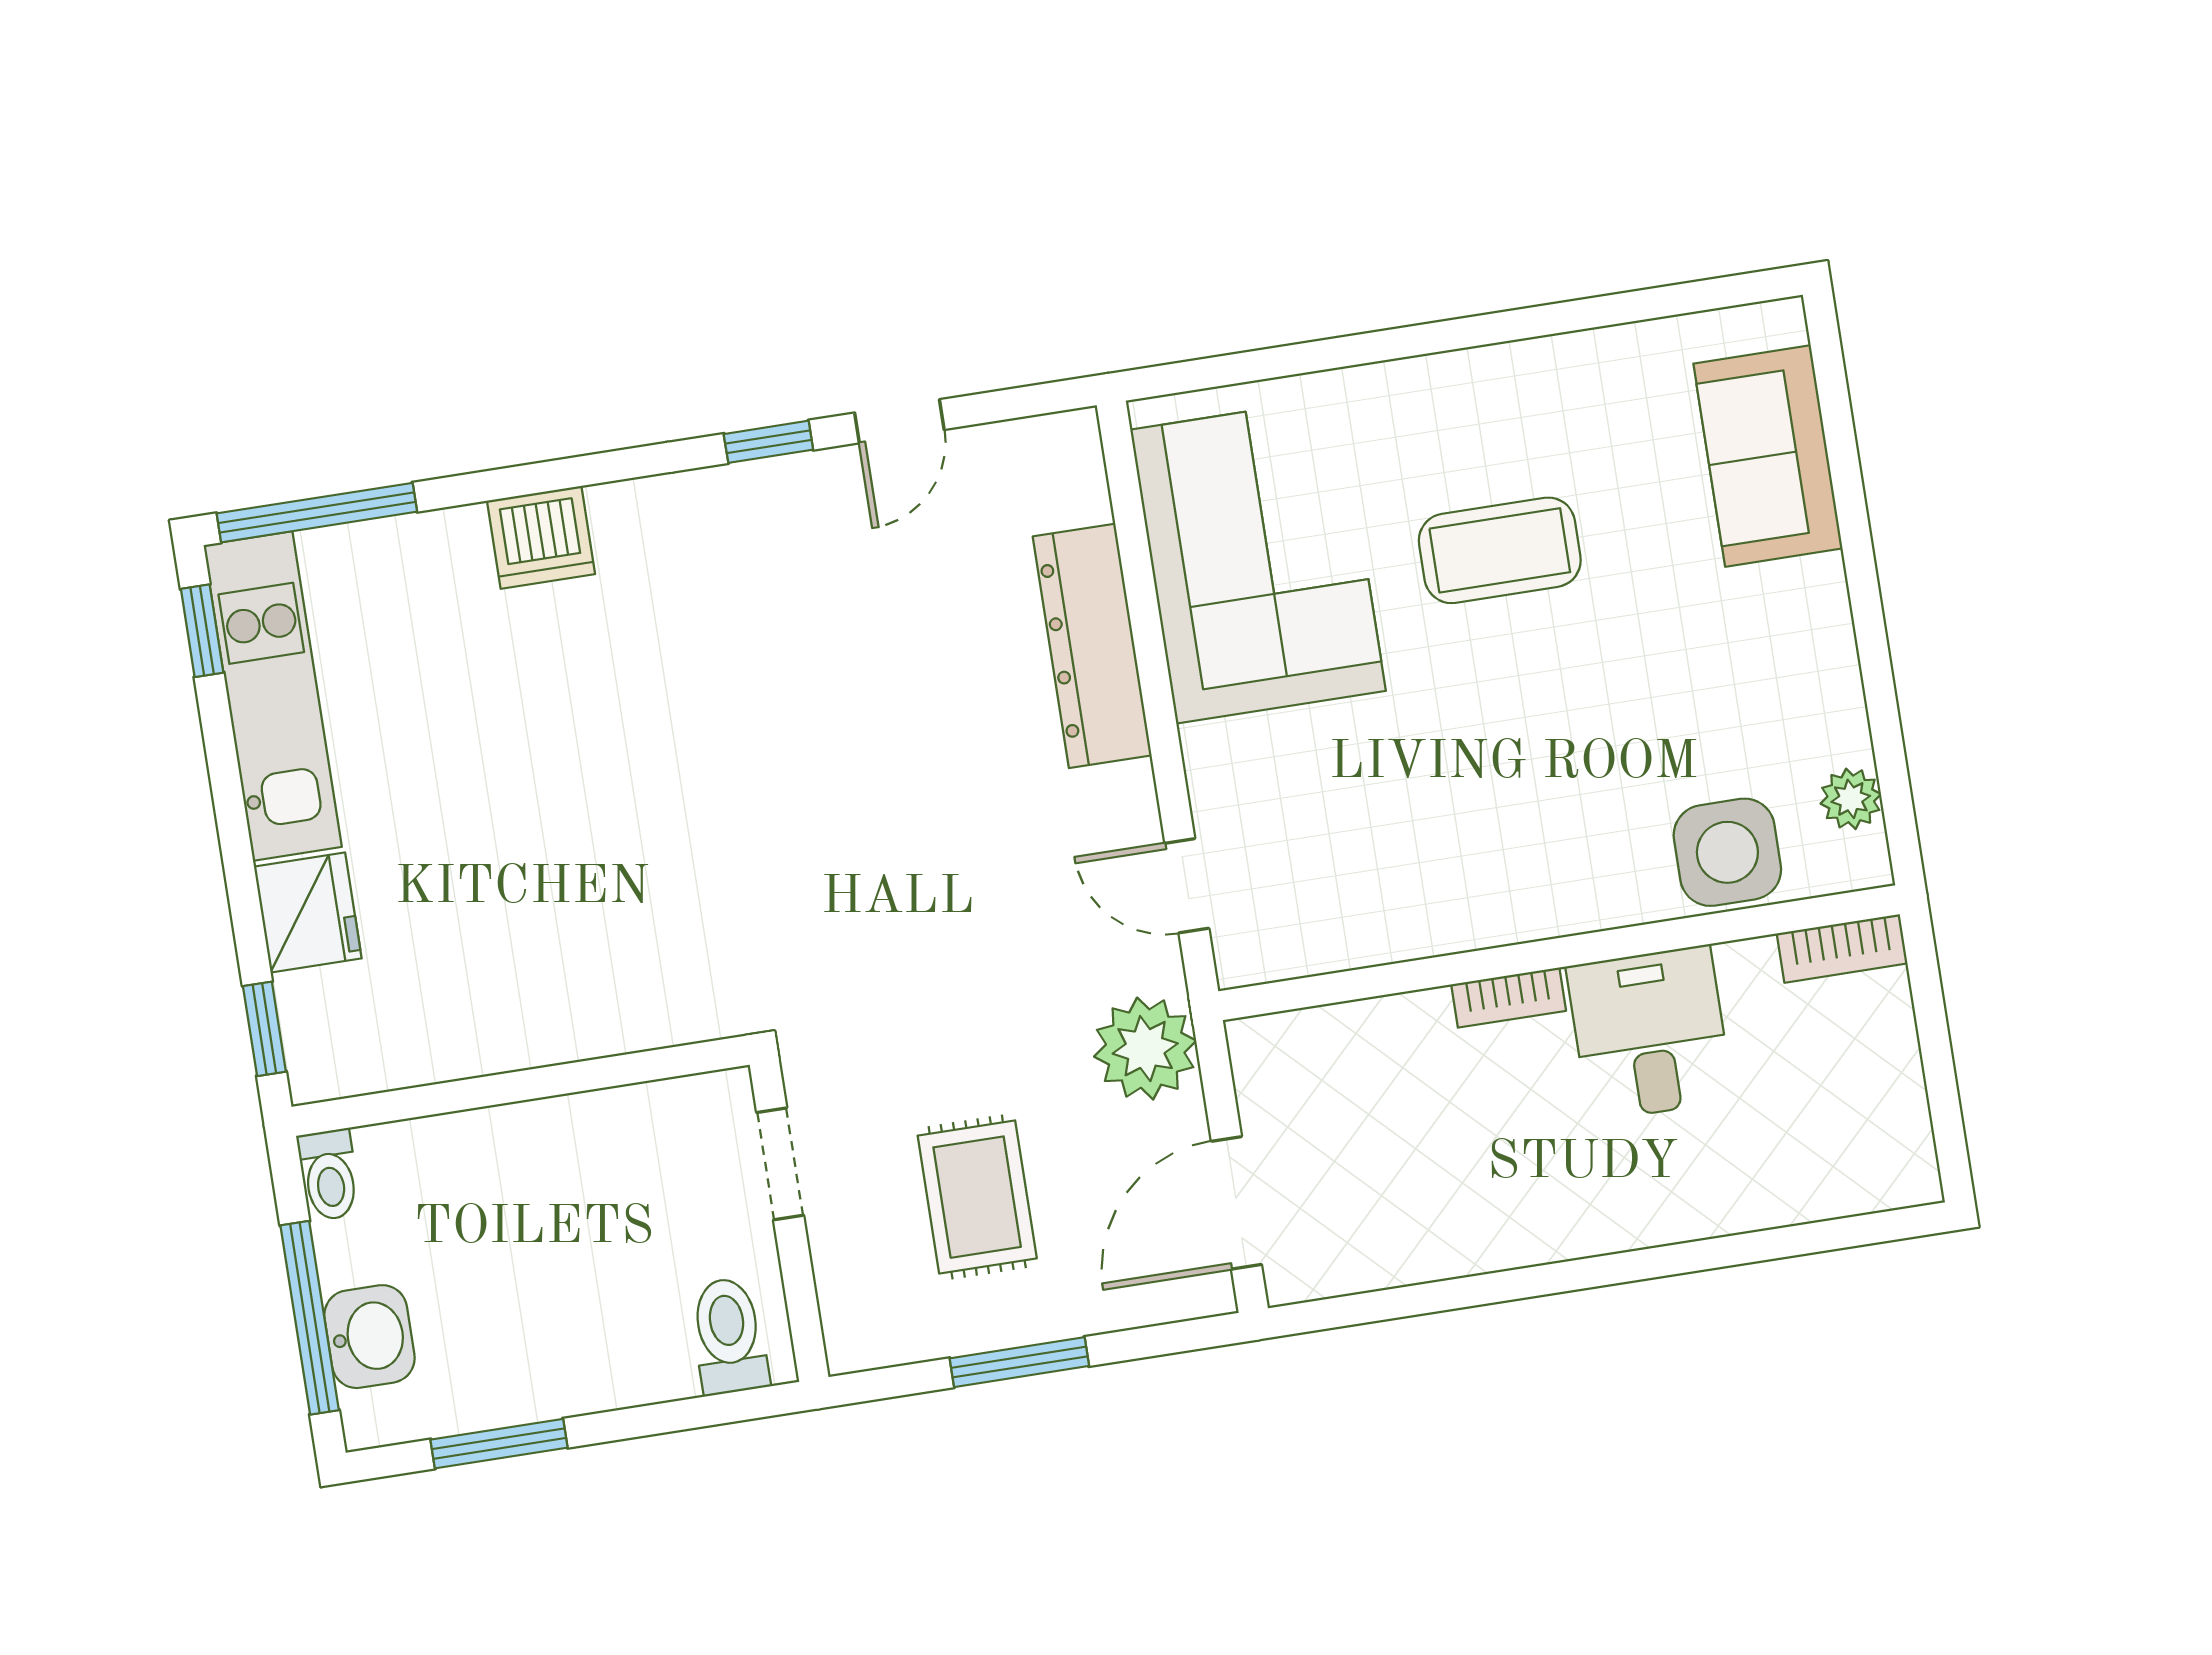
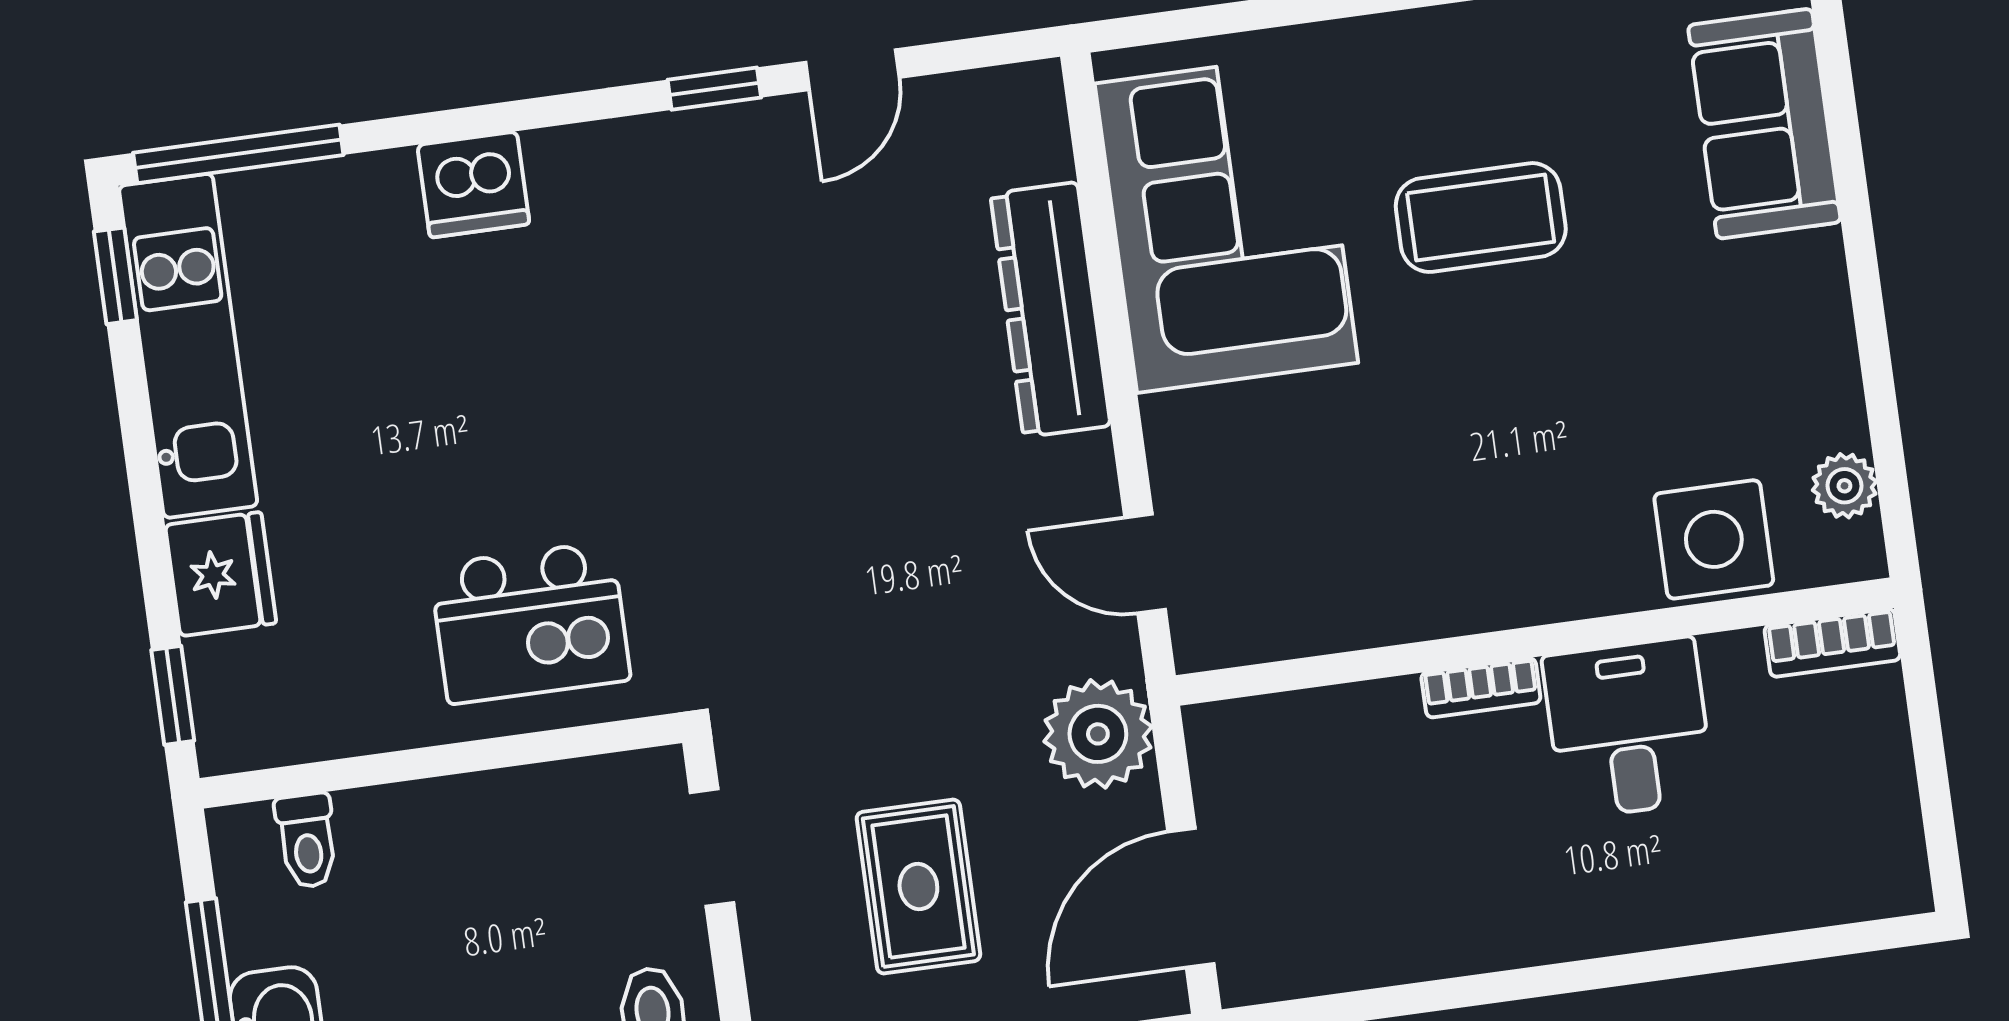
kitchen island: (603, 953) -> (530, 623), added
toilet: (329, 1175) -> (307, 841), moved

